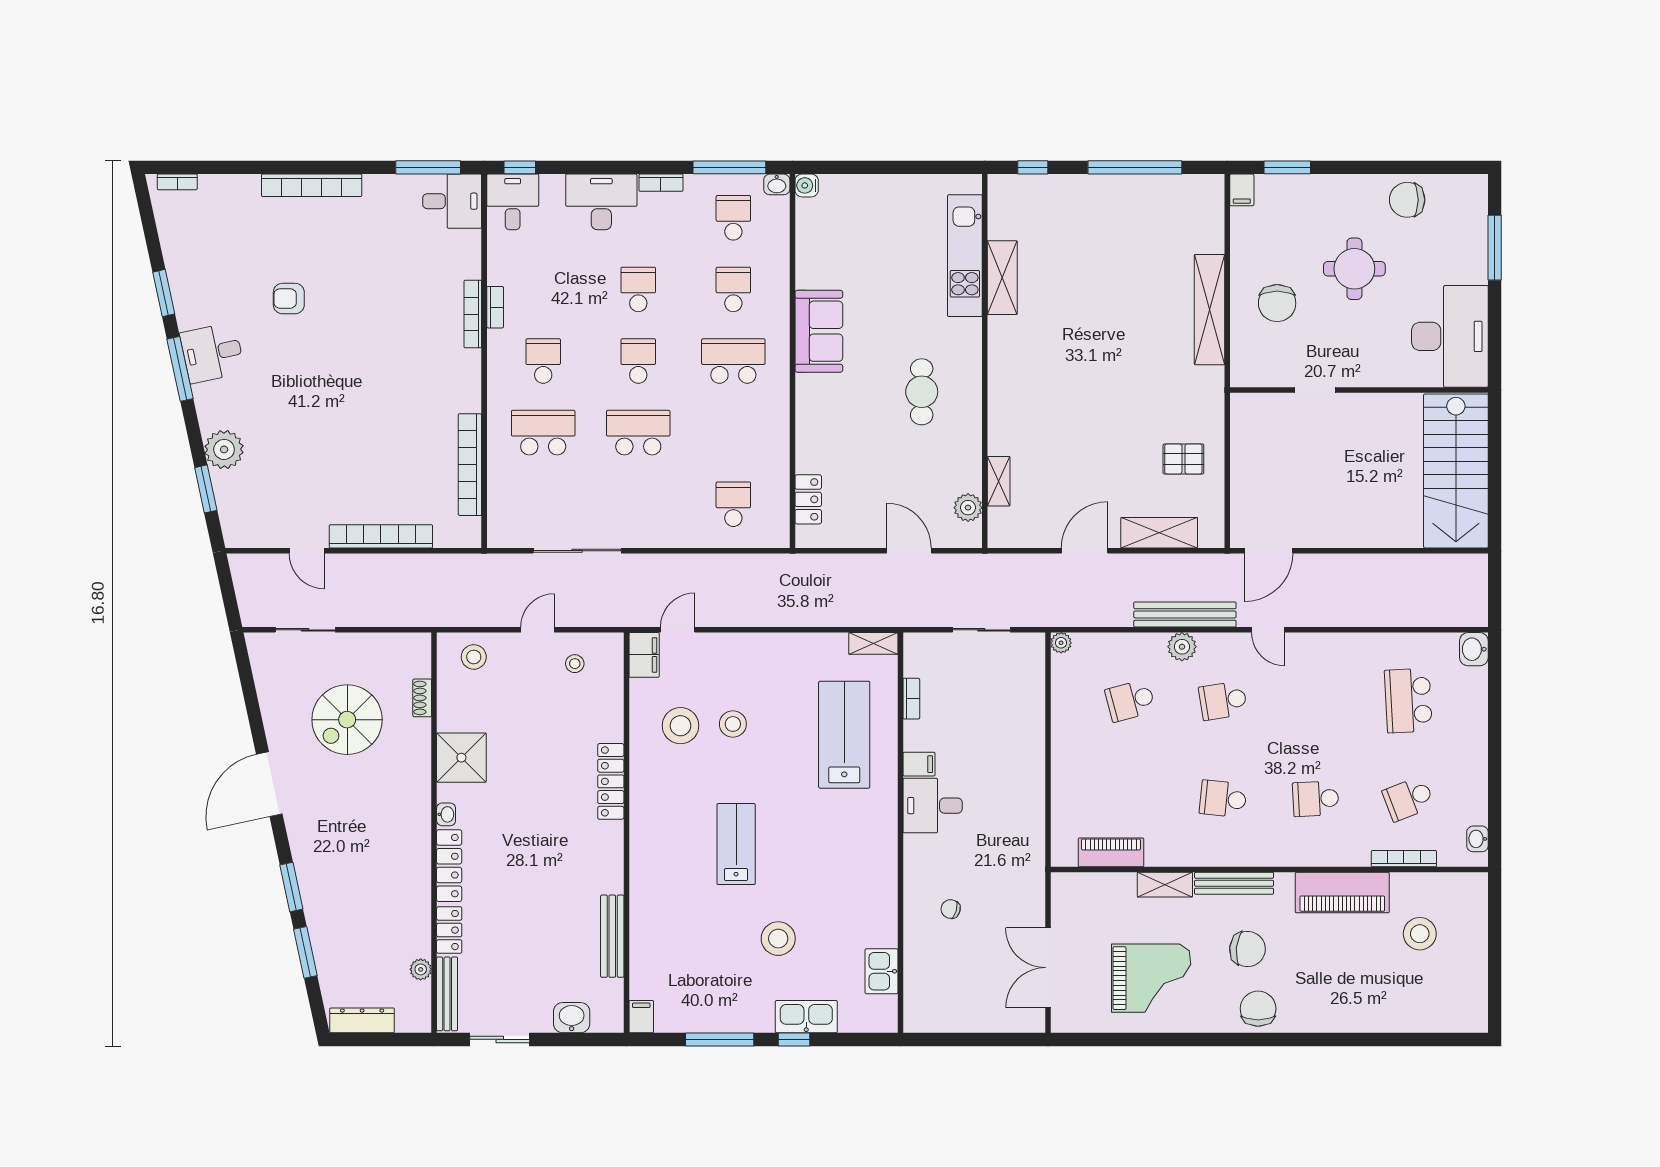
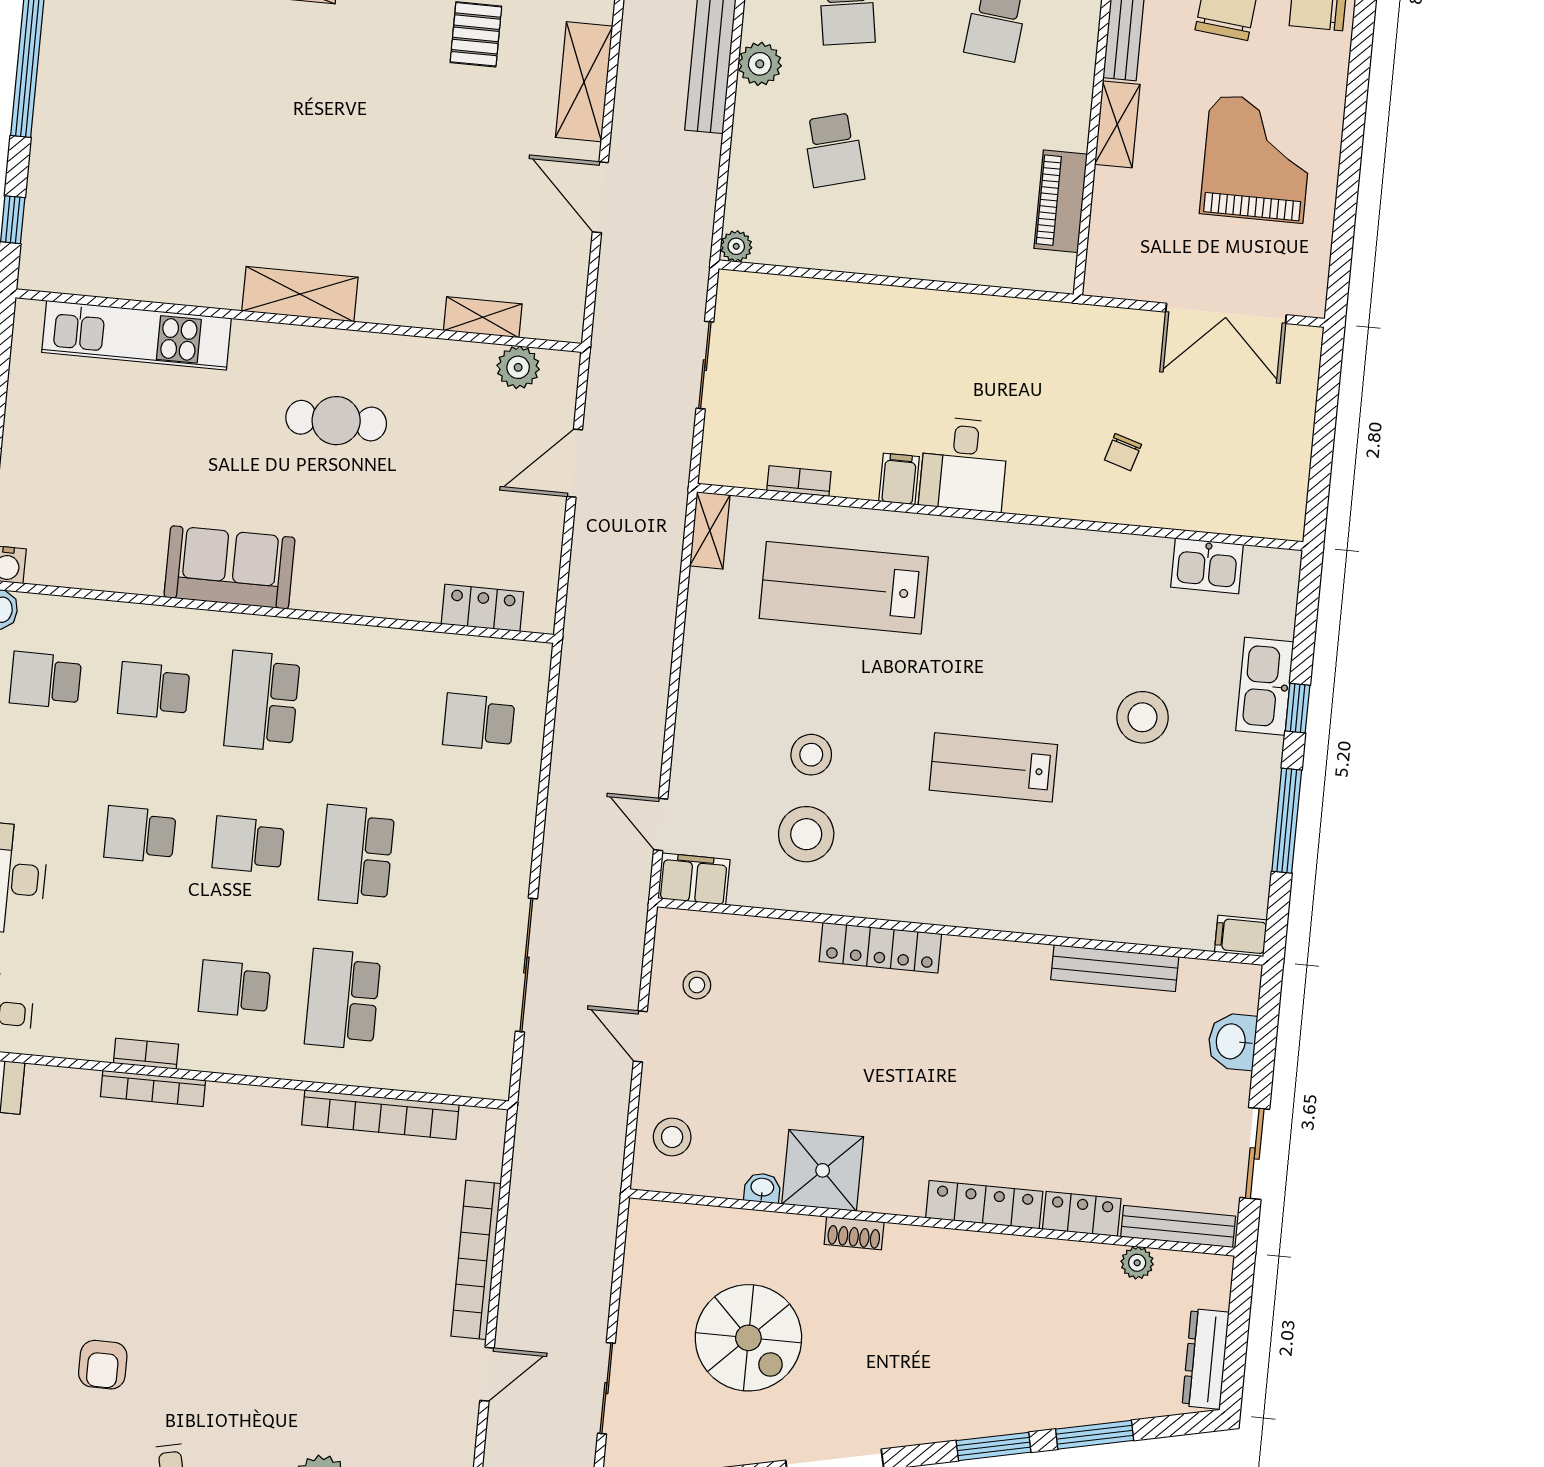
shelving: (1002, 278) -> (300, 294), moved
shoe rack: (422, 698) -> (854, 1233), moved
washbasin: (446, 814) -> (762, 1188), moved

